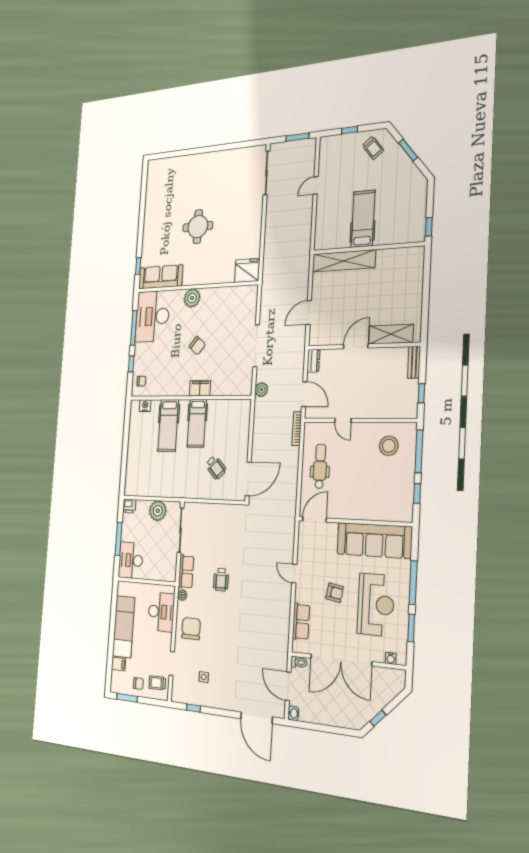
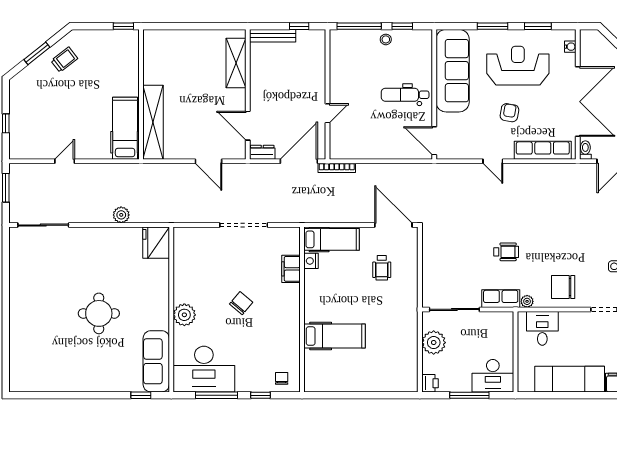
trolley: (373, 148) -> (64, 60), moved
door: (316, 185) -> (65, 161), swing flipped
hospital bed: (363, 219) -> (125, 128), moved, turned 90
door: (356, 346) -> (248, 126), moved
bench: (414, 362) -> (273, 36), width x1.36
filing cabinet: (200, 388) -> (291, 269), moved
plant: (261, 390) -> (121, 215), moved
door: (304, 394) -> (299, 161), width x1.36
nightstand: (145, 406) -> (311, 261), moved
hospital bed: (197, 423) -> (332, 239), moved
stool: (389, 446) -> (386, 39), moved, width x0.53, depth x0.53
dental chair: (320, 466) -> (405, 95), moved
wheelchair: (216, 468) -> (382, 268), turned 134
door: (294, 574) -> (493, 161), hinge flipped
window: (413, 583) -> (493, 26), width x0.69
desk: (161, 612) -> (542, 328), width x0.73
row of seats: (301, 622) -> (543, 150), width x1.48

